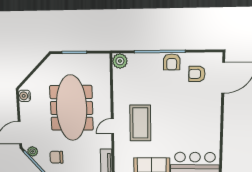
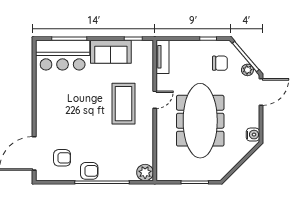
armchair: (172, 62) -> (89, 171), turned 90

